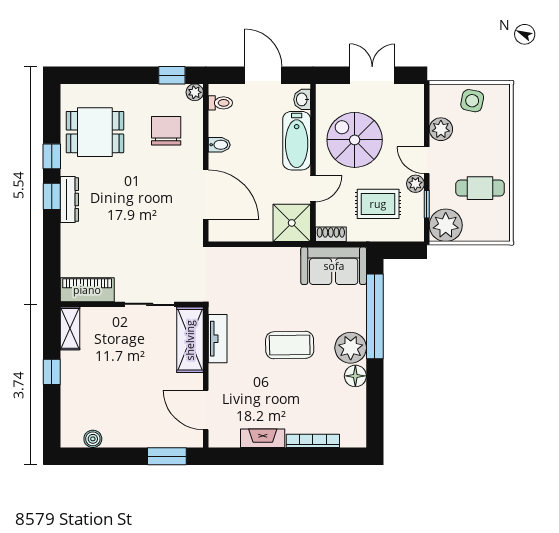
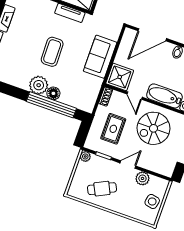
spiral stairs: (355, 140) -> (153, 128), turned 180
plant: (415, 184) -> (117, 154), removed
cafe table: (480, 188) -> (102, 189), turned 64
plant: (446, 225) -> (85, 156), width x0.53, depth x0.53
sofa: (334, 266) -> (100, 57), moved
floor lamp: (355, 376) -> (53, 93), moved

